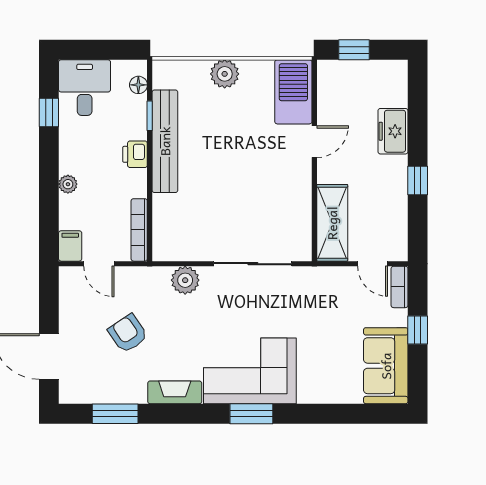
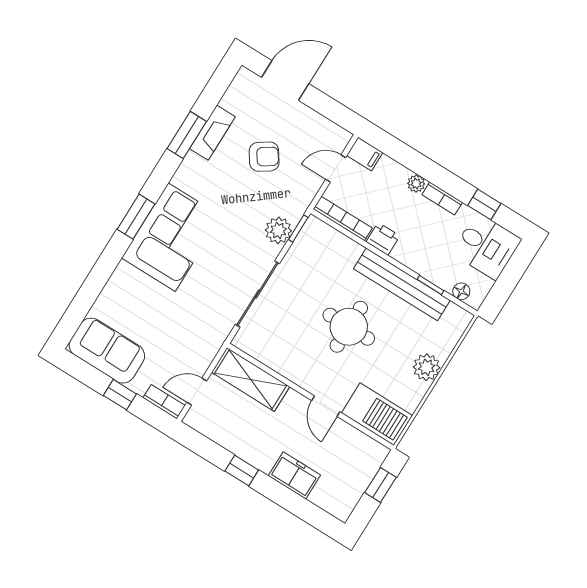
bookcase: (67, 153) -> (442, 198), added
printer: (135, 154) -> (383, 239), moved
round table: (232, 165) -> (349, 327), added
window: (172, 264) -> (298, 228), added
fireplace: (175, 392) -> (212, 133), moved
window: (115, 414) -> (187, 135), moved

